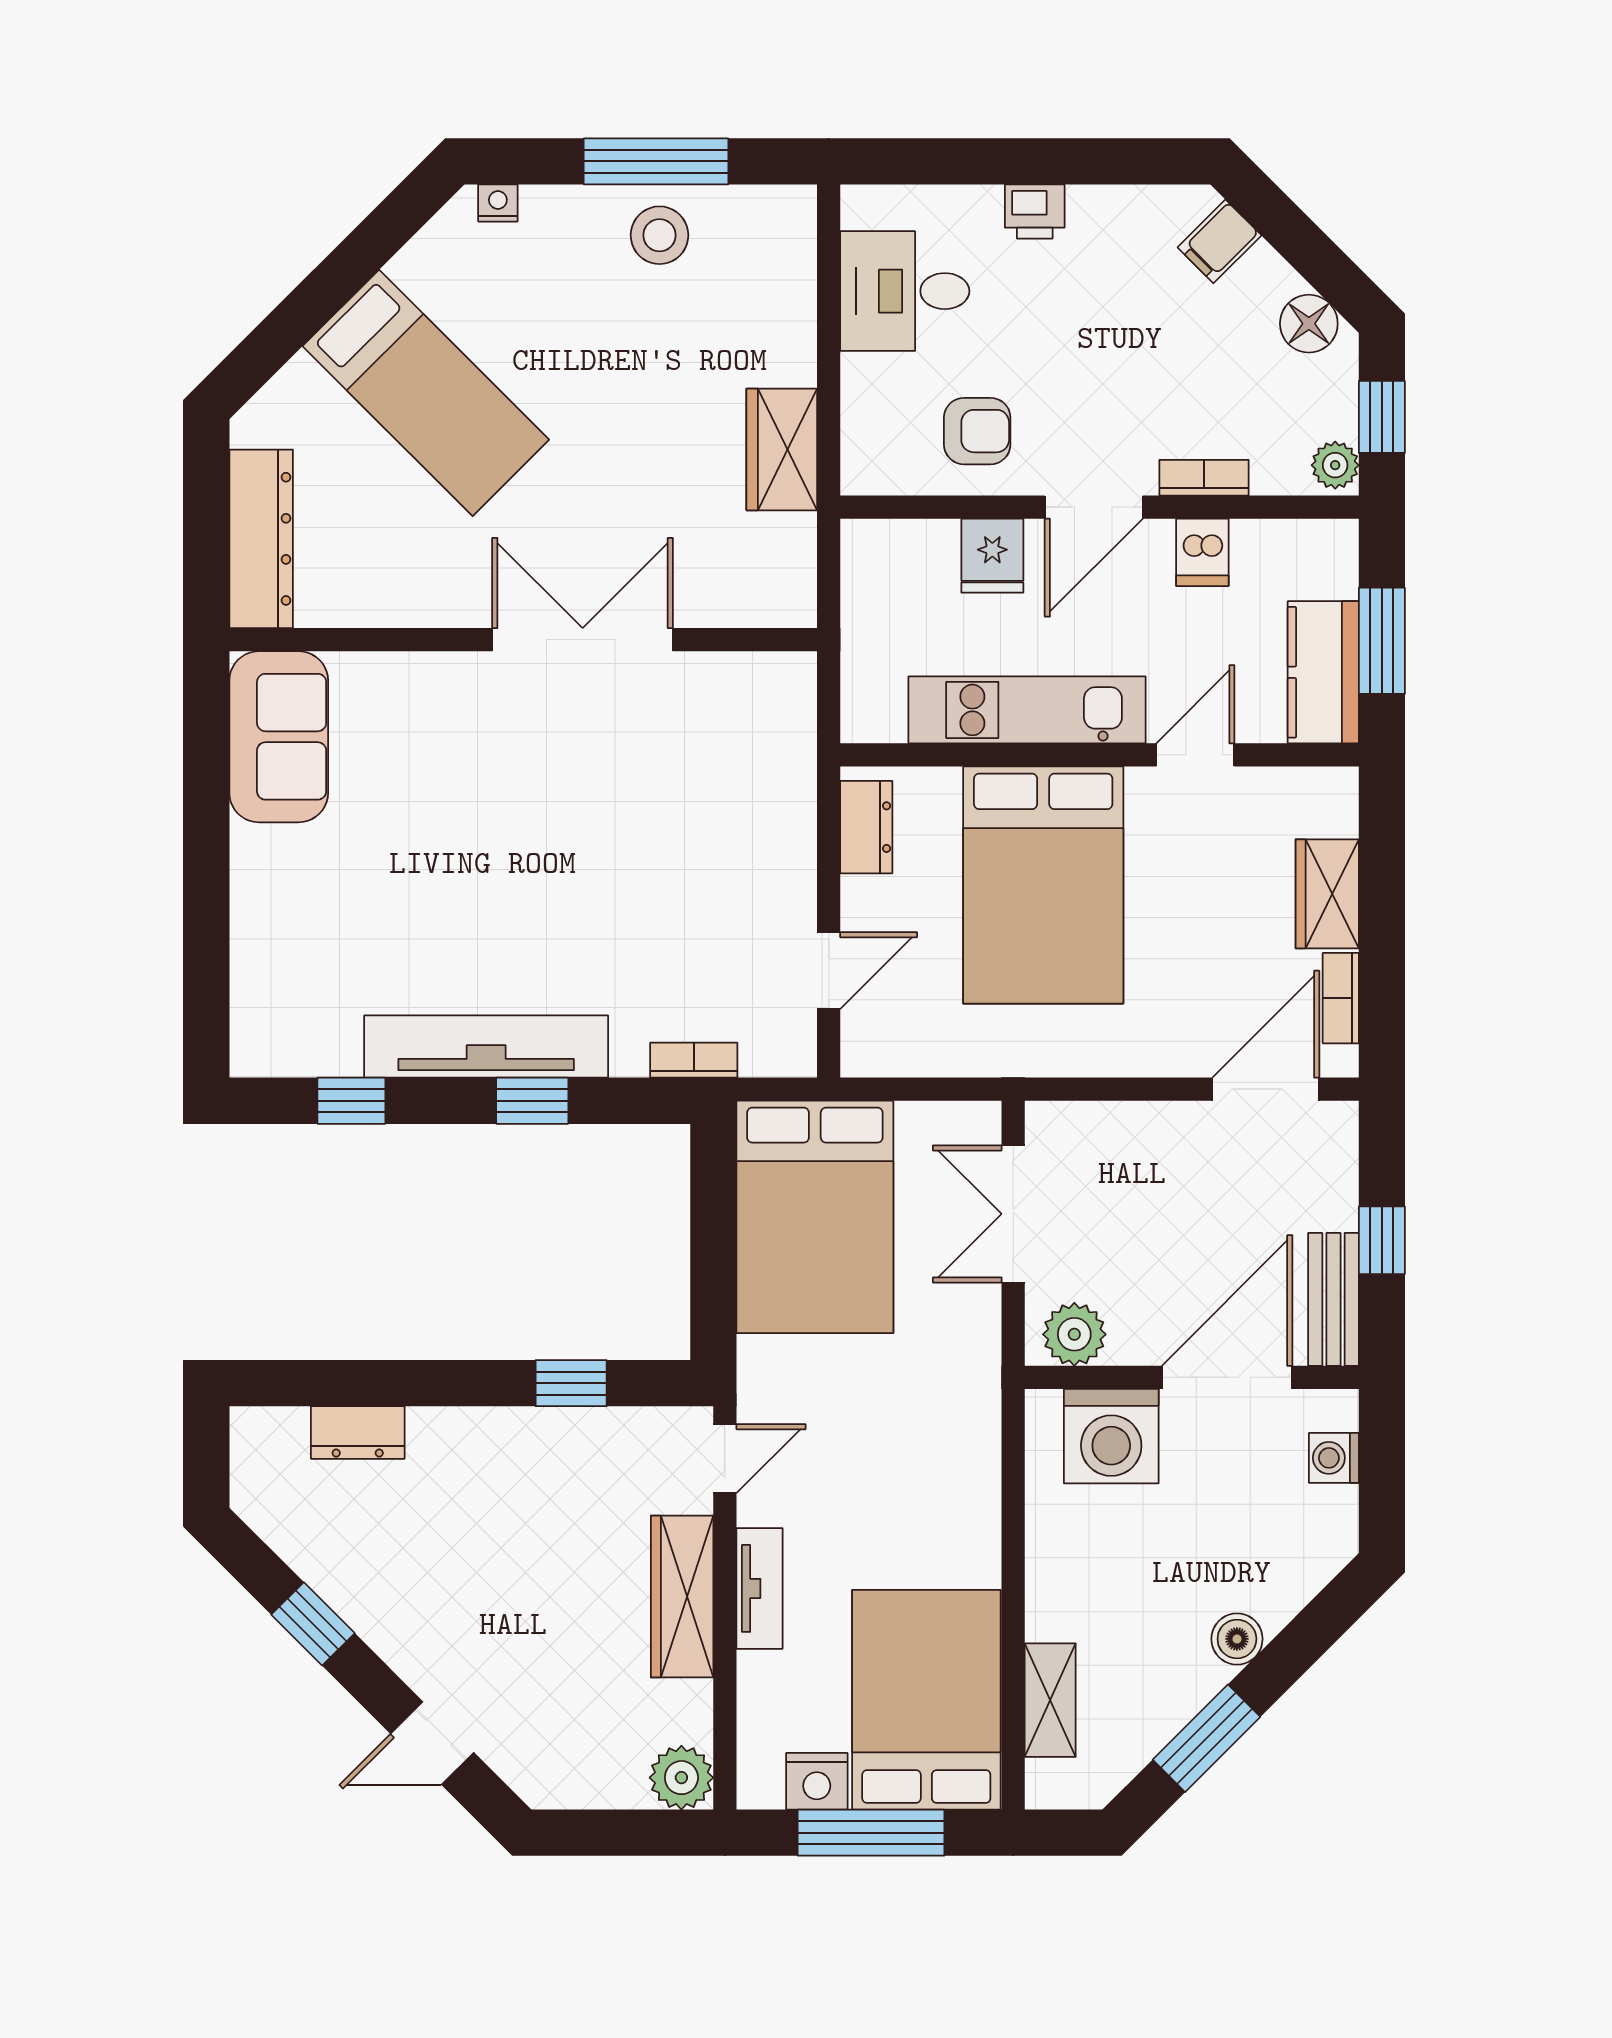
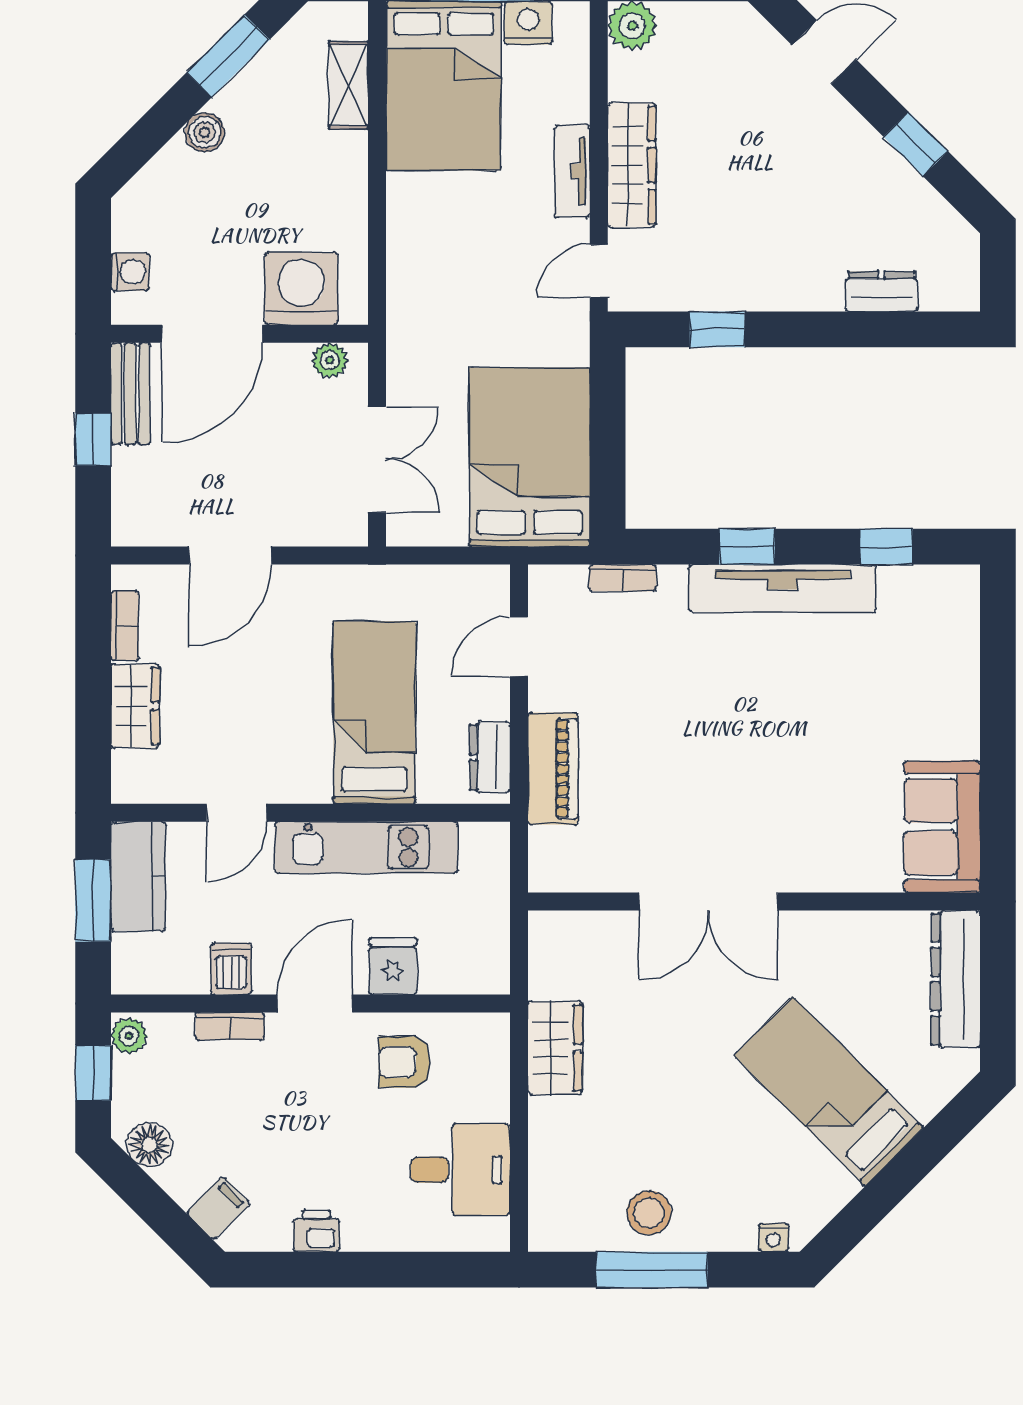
printer: (1035, 211) -> (316, 1231), moved
piano: (785, 812) -> (553, 769), added
bed: (1043, 885) -> (374, 713), width x0.67
door: (1266, 1089) -> (230, 556), moved
plant: (1074, 1334) -> (330, 360), width x0.73, depth x0.73

